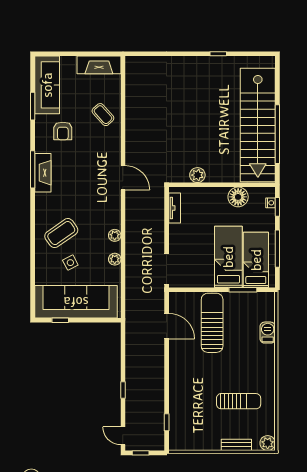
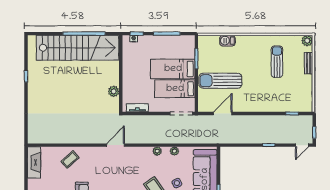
floor lamp: (238, 197) -> (129, 62), removed
bed: (256, 260) -> (175, 89), moved

